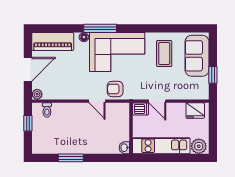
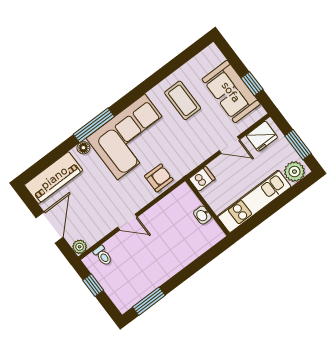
sofa: (197, 56) -> (231, 92), moved
armchair: (115, 89) -> (159, 178), turned 180
door: (97, 101) -> (127, 222), moved
door: (157, 101) -> (229, 145), moved
window: (213, 132) -> (298, 145), added
washbasin: (124, 148) -> (202, 215), moved
window: (71, 158) -> (149, 301), moved

